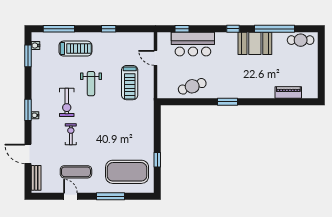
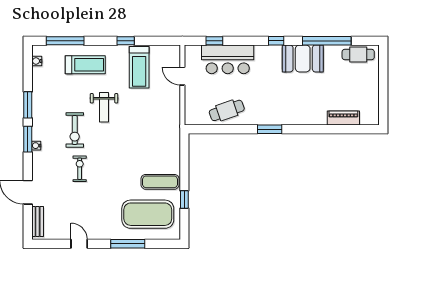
window: (28, 56) -> (28, 105), moved
treadmill: (130, 83) -> (139, 67), moved
exercise mat: (76, 172) -> (160, 182), moved

